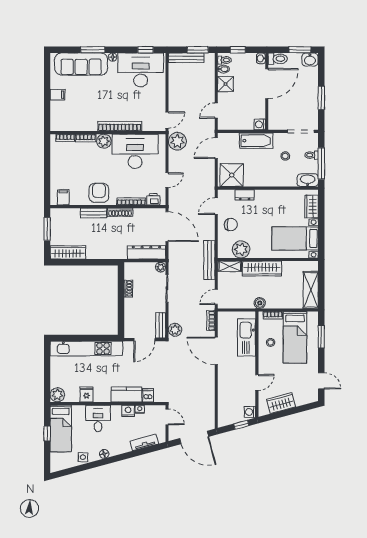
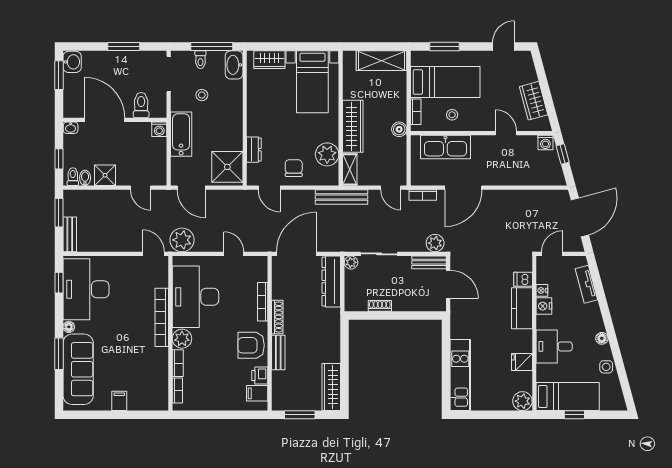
bench: (186, 58) -> (70, 234), width x0.73
toilet: (278, 59) -> (141, 105), moved
printer: (153, 199) -> (260, 375), moved
kitchen unit: (86, 348) -> (460, 375), width x0.73

